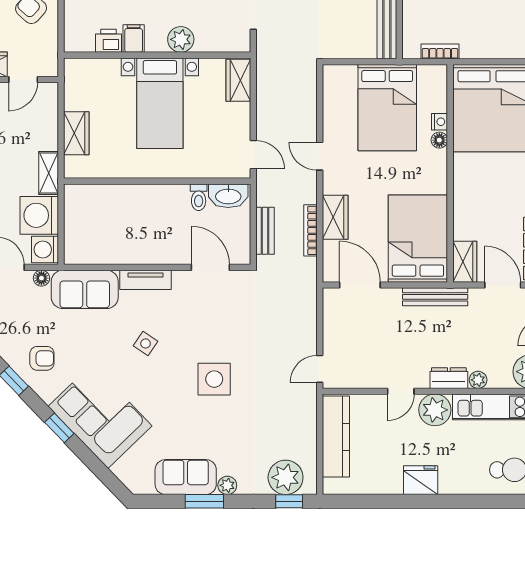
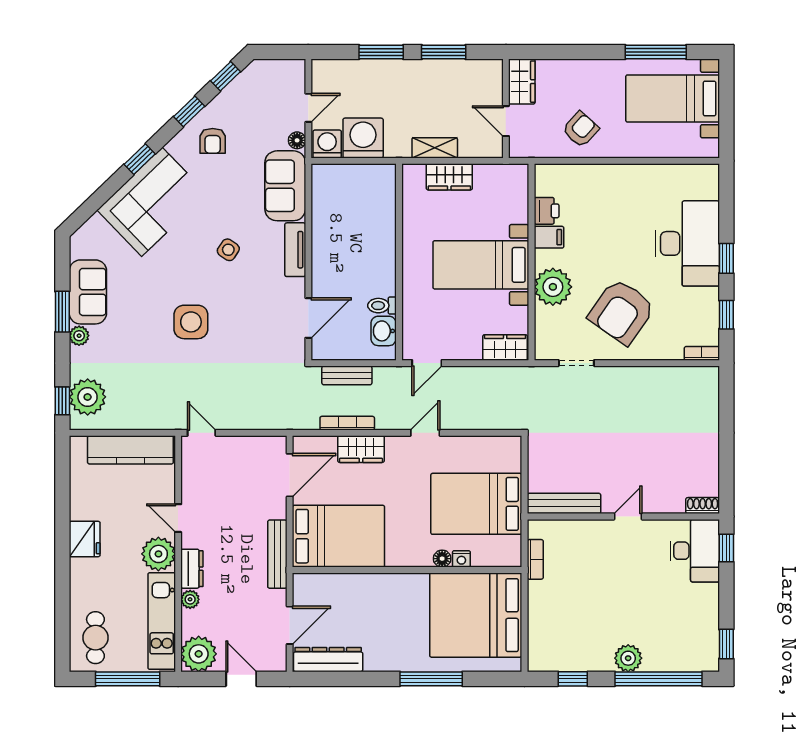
plant: (181, 39) -> (553, 287), width x1.36, depth x1.36
shelving: (49, 173) -> (435, 148), moved
washbasin: (228, 196) -> (384, 331), width x0.72
wardrobe: (465, 262) -> (314, 585), removed

